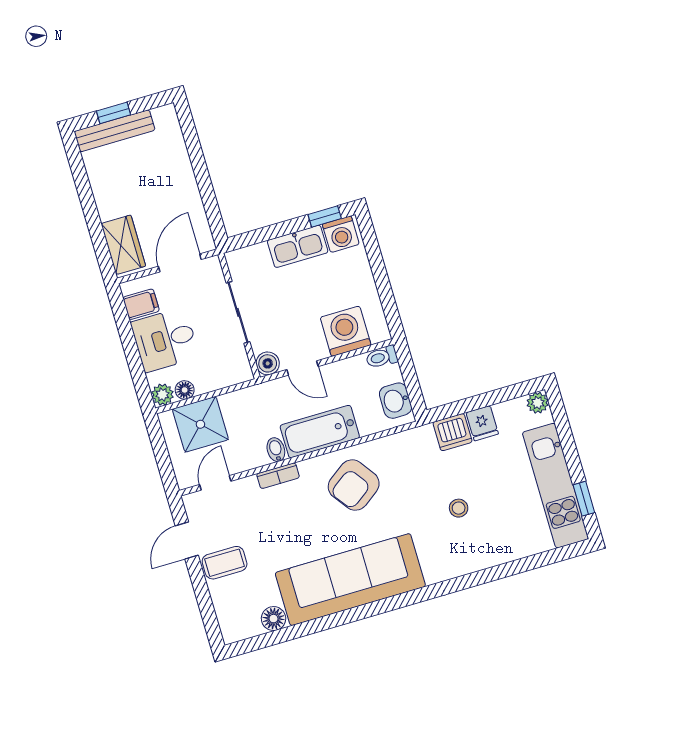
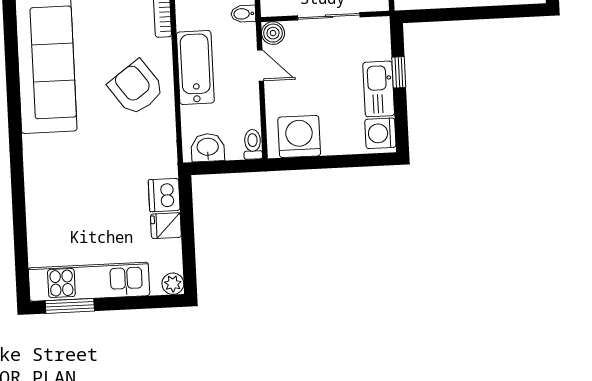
window: (325, 216) -> (399, 72), moved
washing machine: (346, 331) -> (299, 137), moved, turned -90
door: (302, 368) -> (261, 65), swing flipped
bidet: (276, 450) -> (243, 14), moved, turned 180
window: (584, 499) -> (70, 306), width x1.50
stool: (459, 508) -> (90, 183), removed

